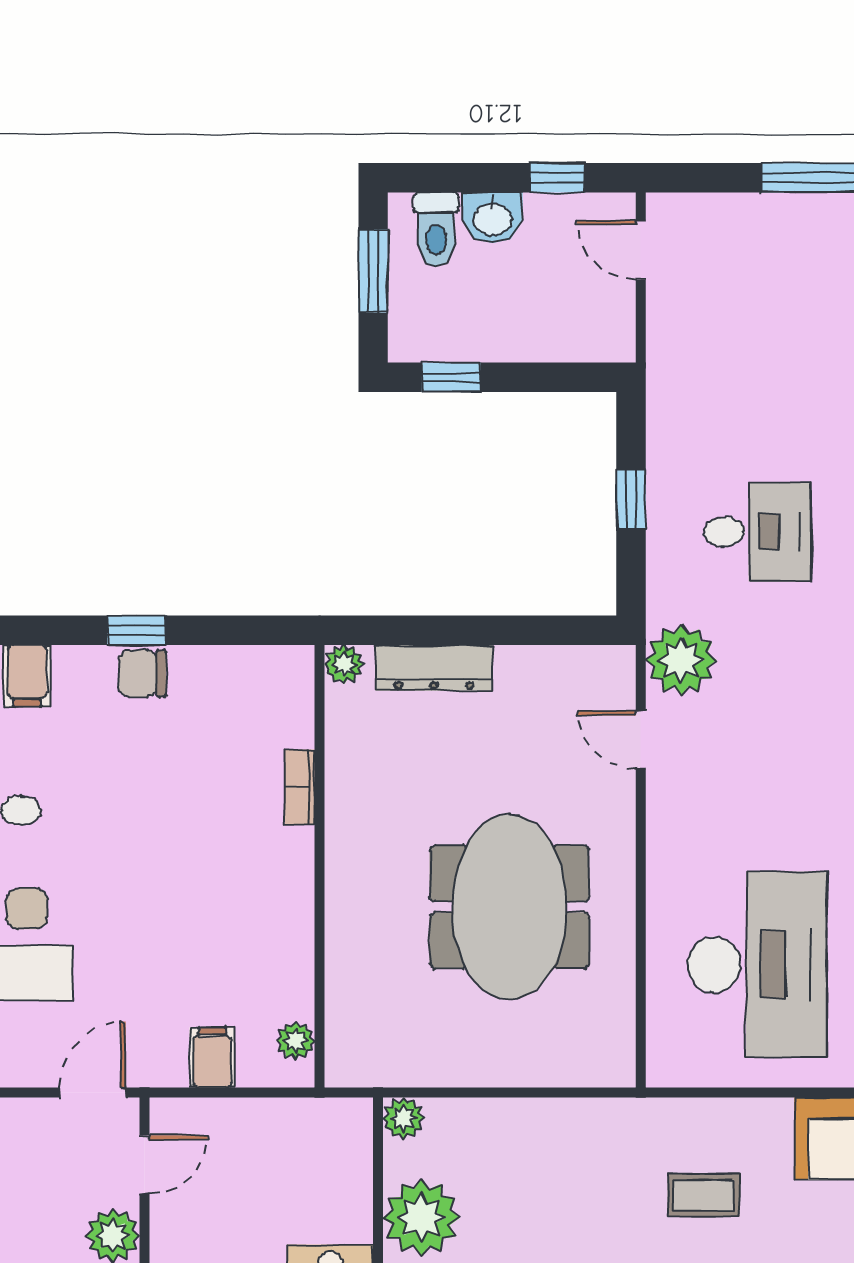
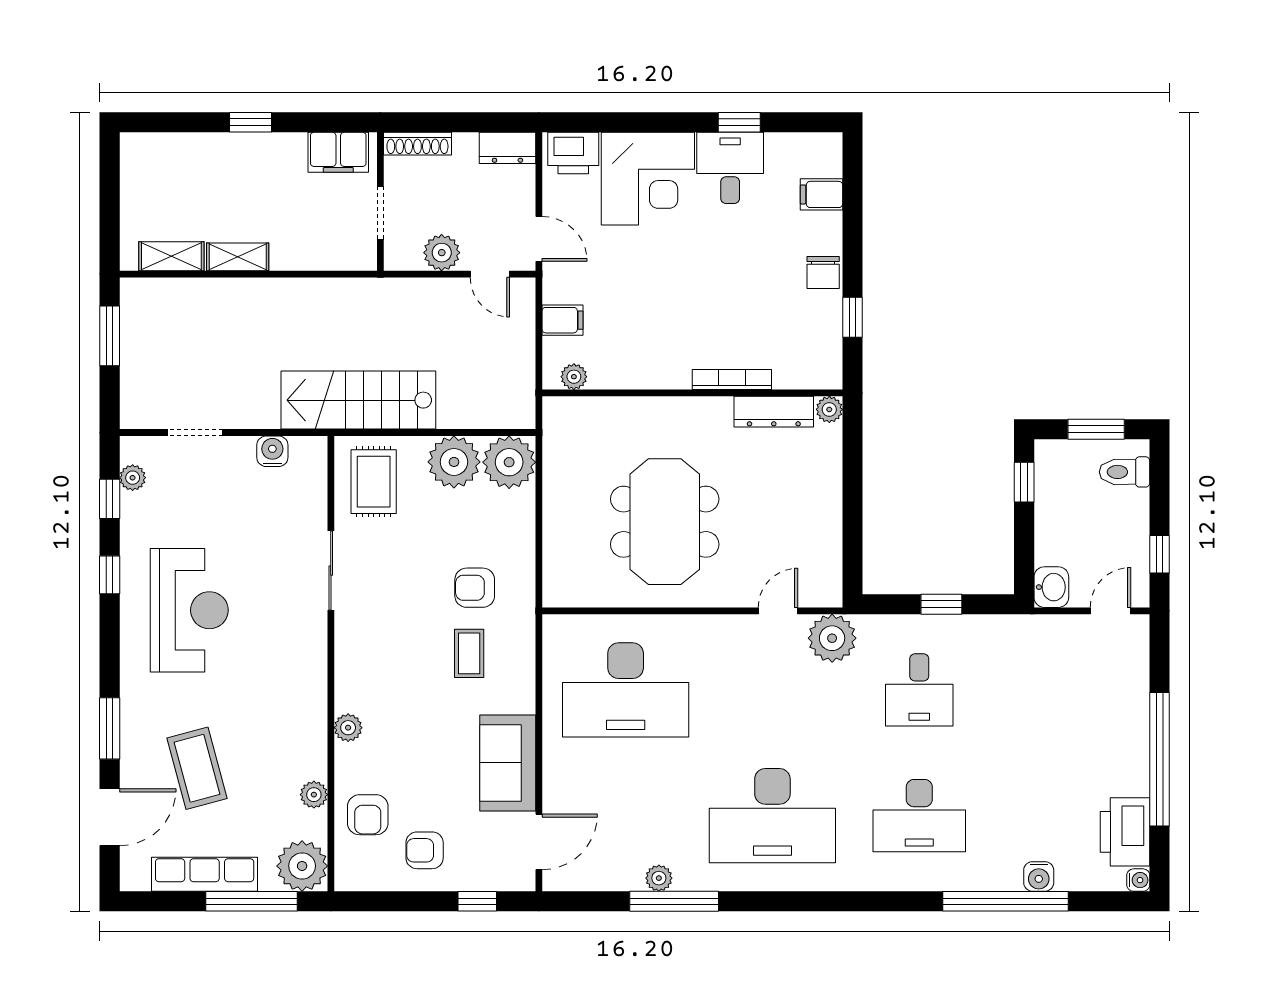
washbasin: (493, 218) -> (1051, 587), moved, turned 180
window: (136, 630) -> (852, 317), moved
dresser: (434, 668) -> (774, 412), moved, turned -90
chair: (142, 674) -> (823, 273), turned 180
bookcase: (300, 787) -> (732, 379), width x1.56
meeting table: (509, 907) -> (665, 522), turned 90
plant: (404, 1118) -> (509, 462), width x1.87, depth x1.87
armchair: (607, 1187) -> (475, 588), added

